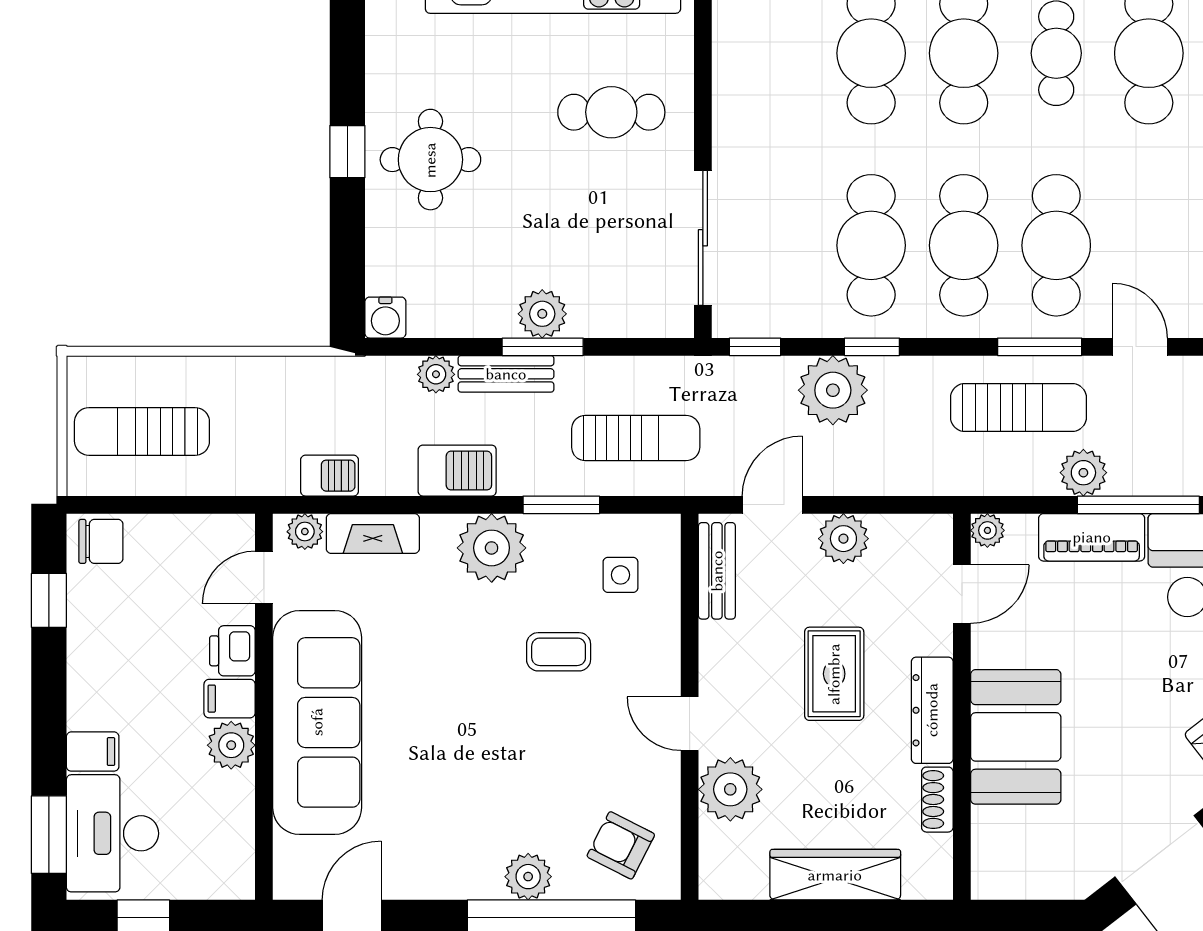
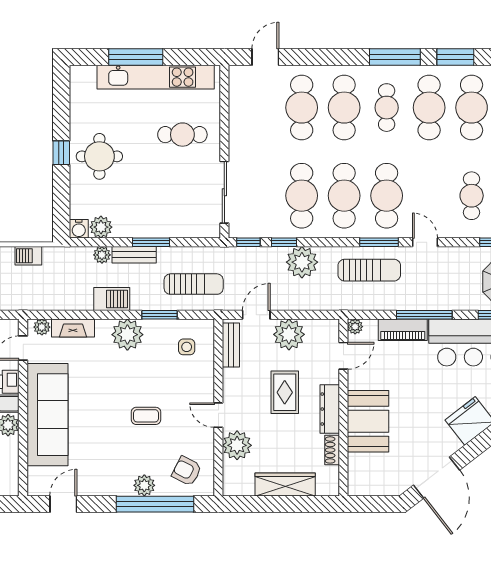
plant: (542, 314) -> (101, 227), moved
window: (872, 347) -> (284, 242), moved
plant: (833, 390) -> (302, 262), moved
plant: (1083, 473) -> (399, 300), removed
barbecue: (330, 476) -> (28, 256), moved, turned 180
plant: (843, 539) -> (289, 334), width x1.36, depth x1.36
coffee table: (559, 652) -> (146, 416), moved

